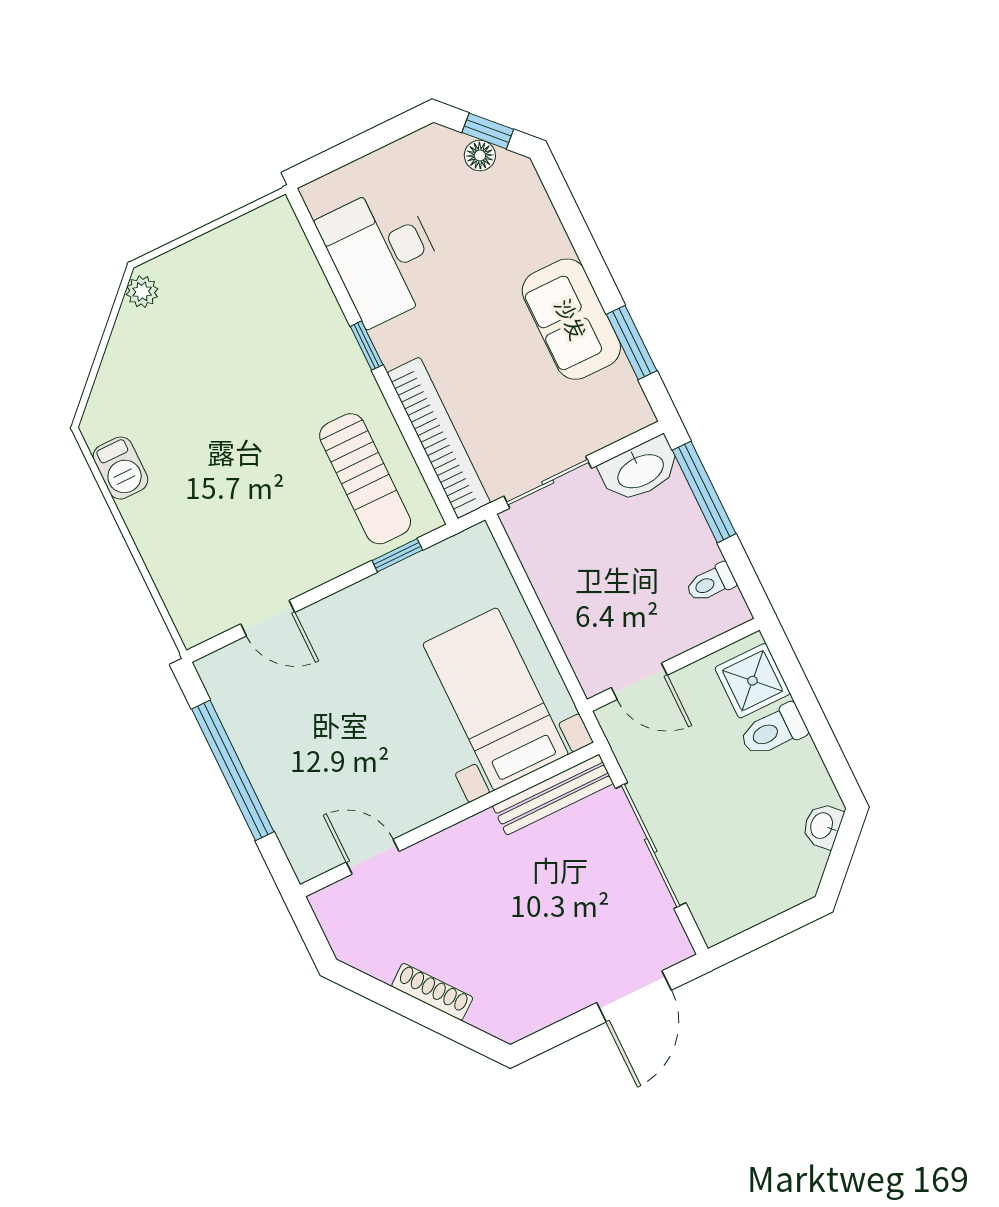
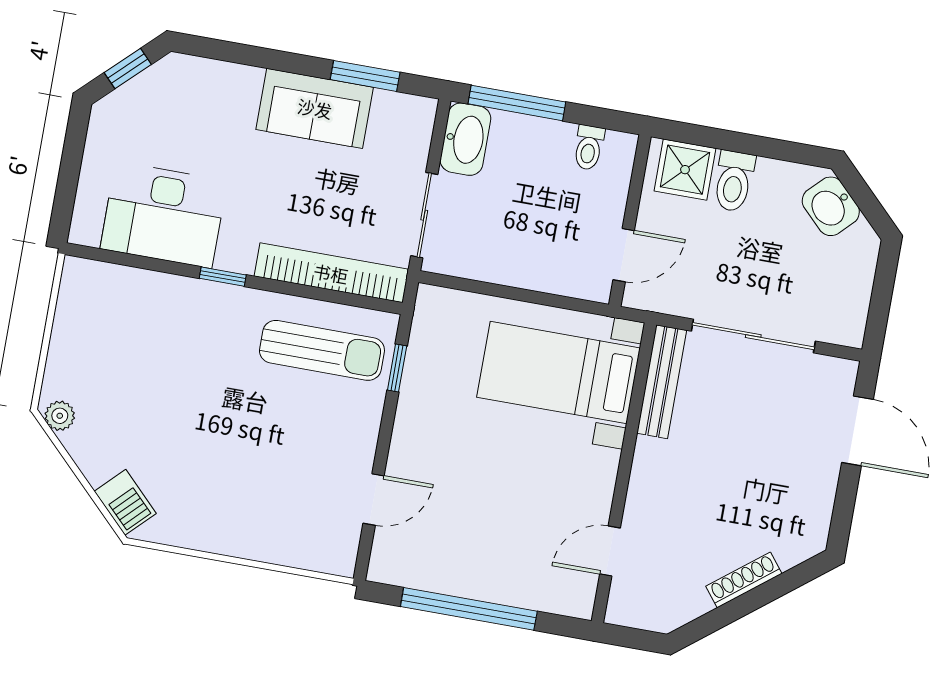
floor lamp: (480, 156) -> (142, 88), removed
barbecue: (120, 468) -> (125, 502), moved, turned 45
washbasin: (822, 826) -> (831, 206), width x1.38, depth x1.45

